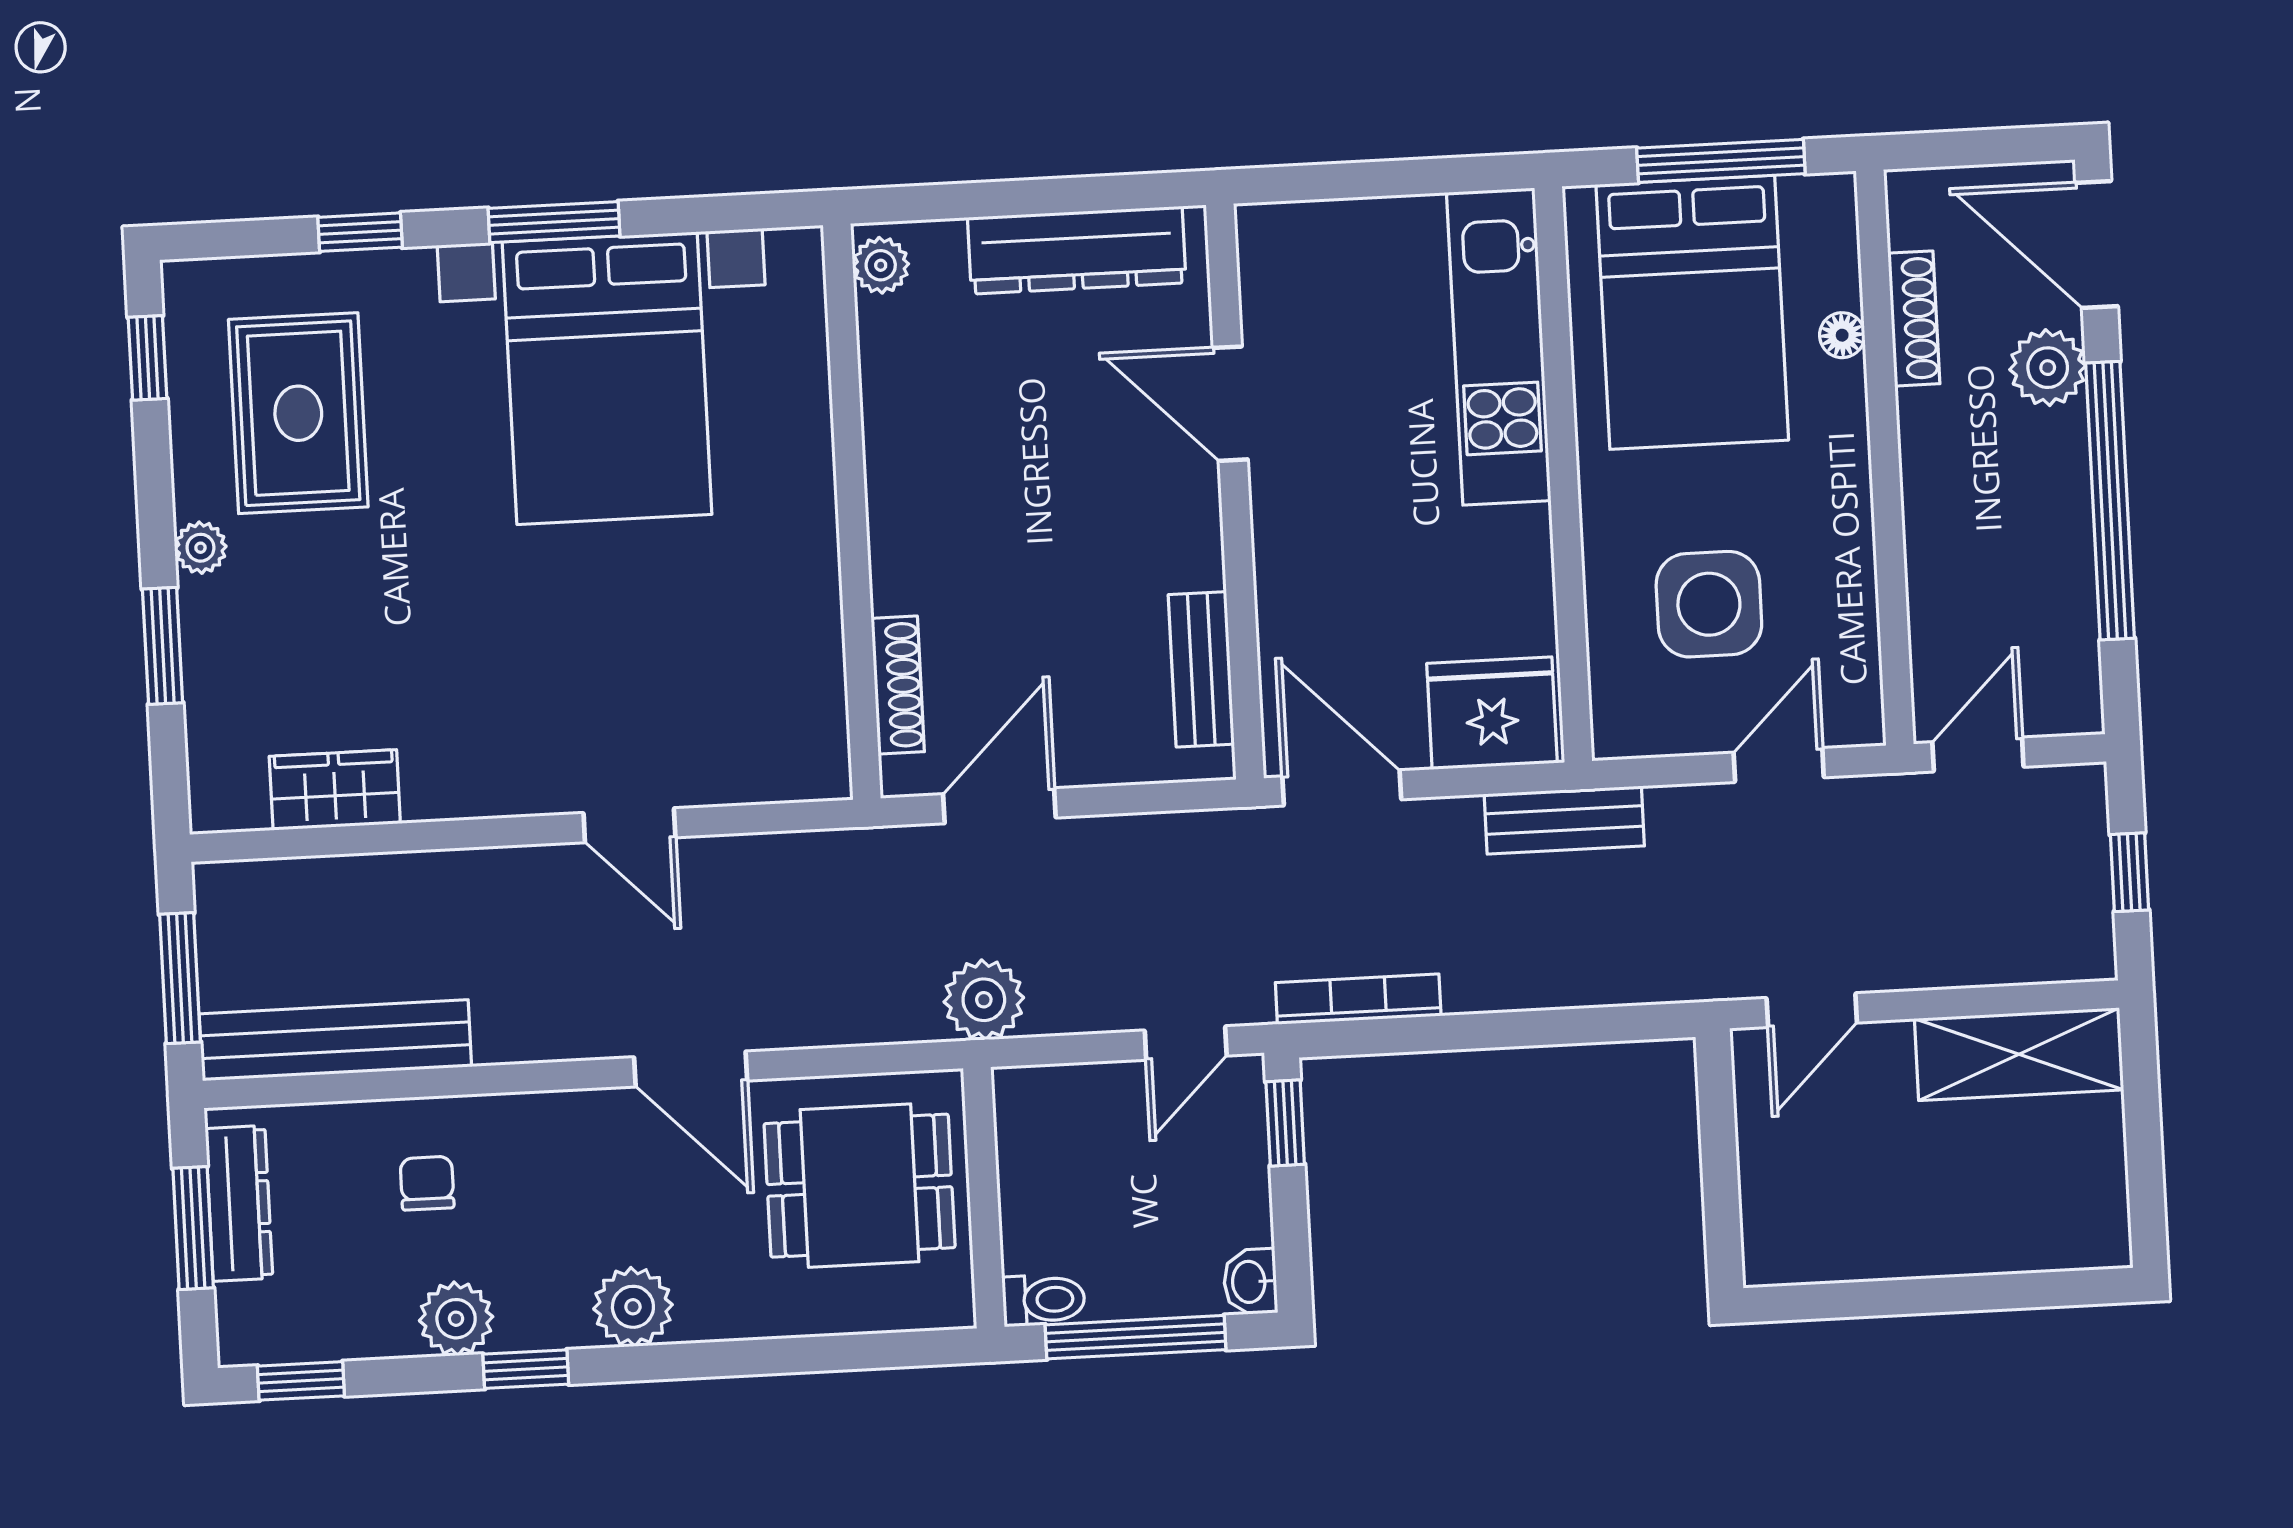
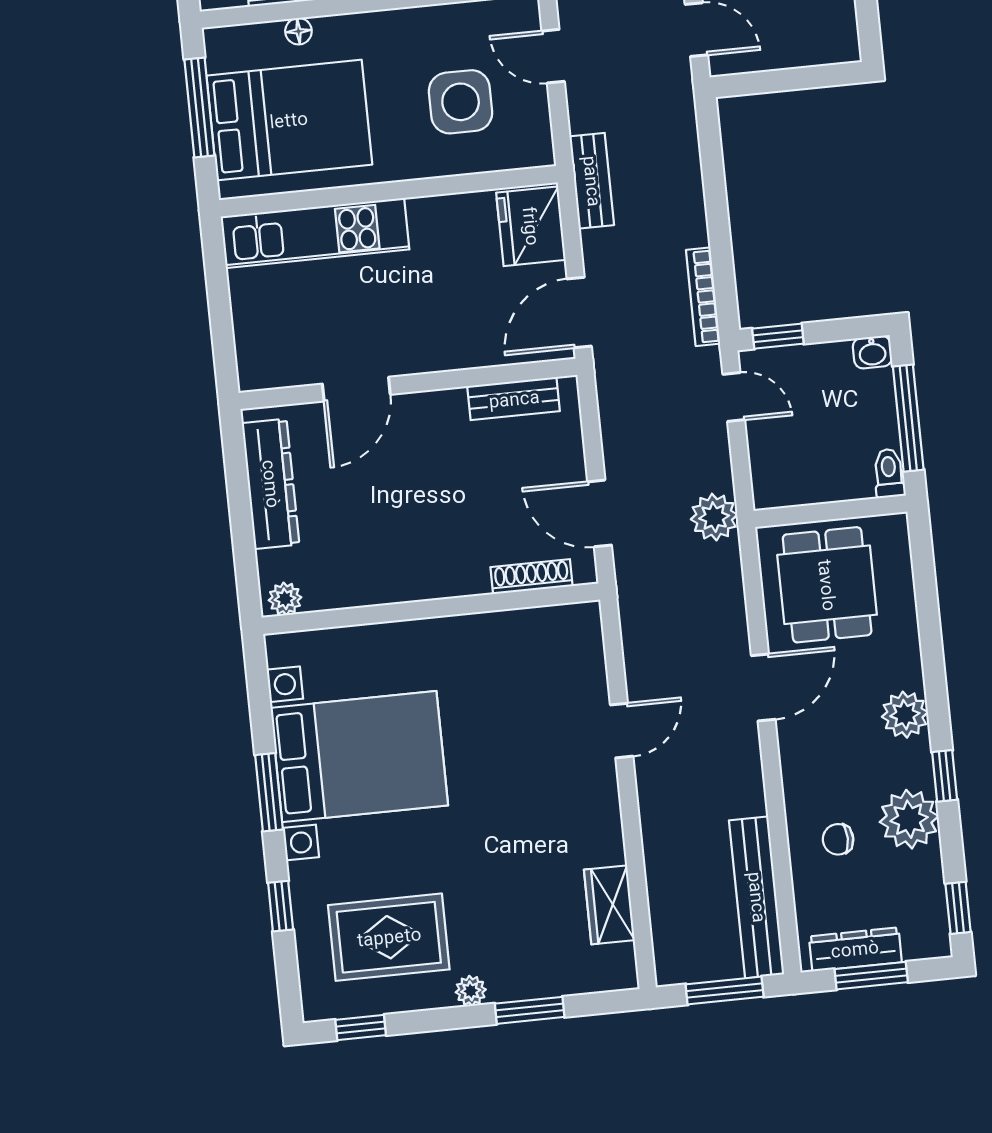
plant: (456, 1319) -> (909, 819), width x1.36, depth x1.36

